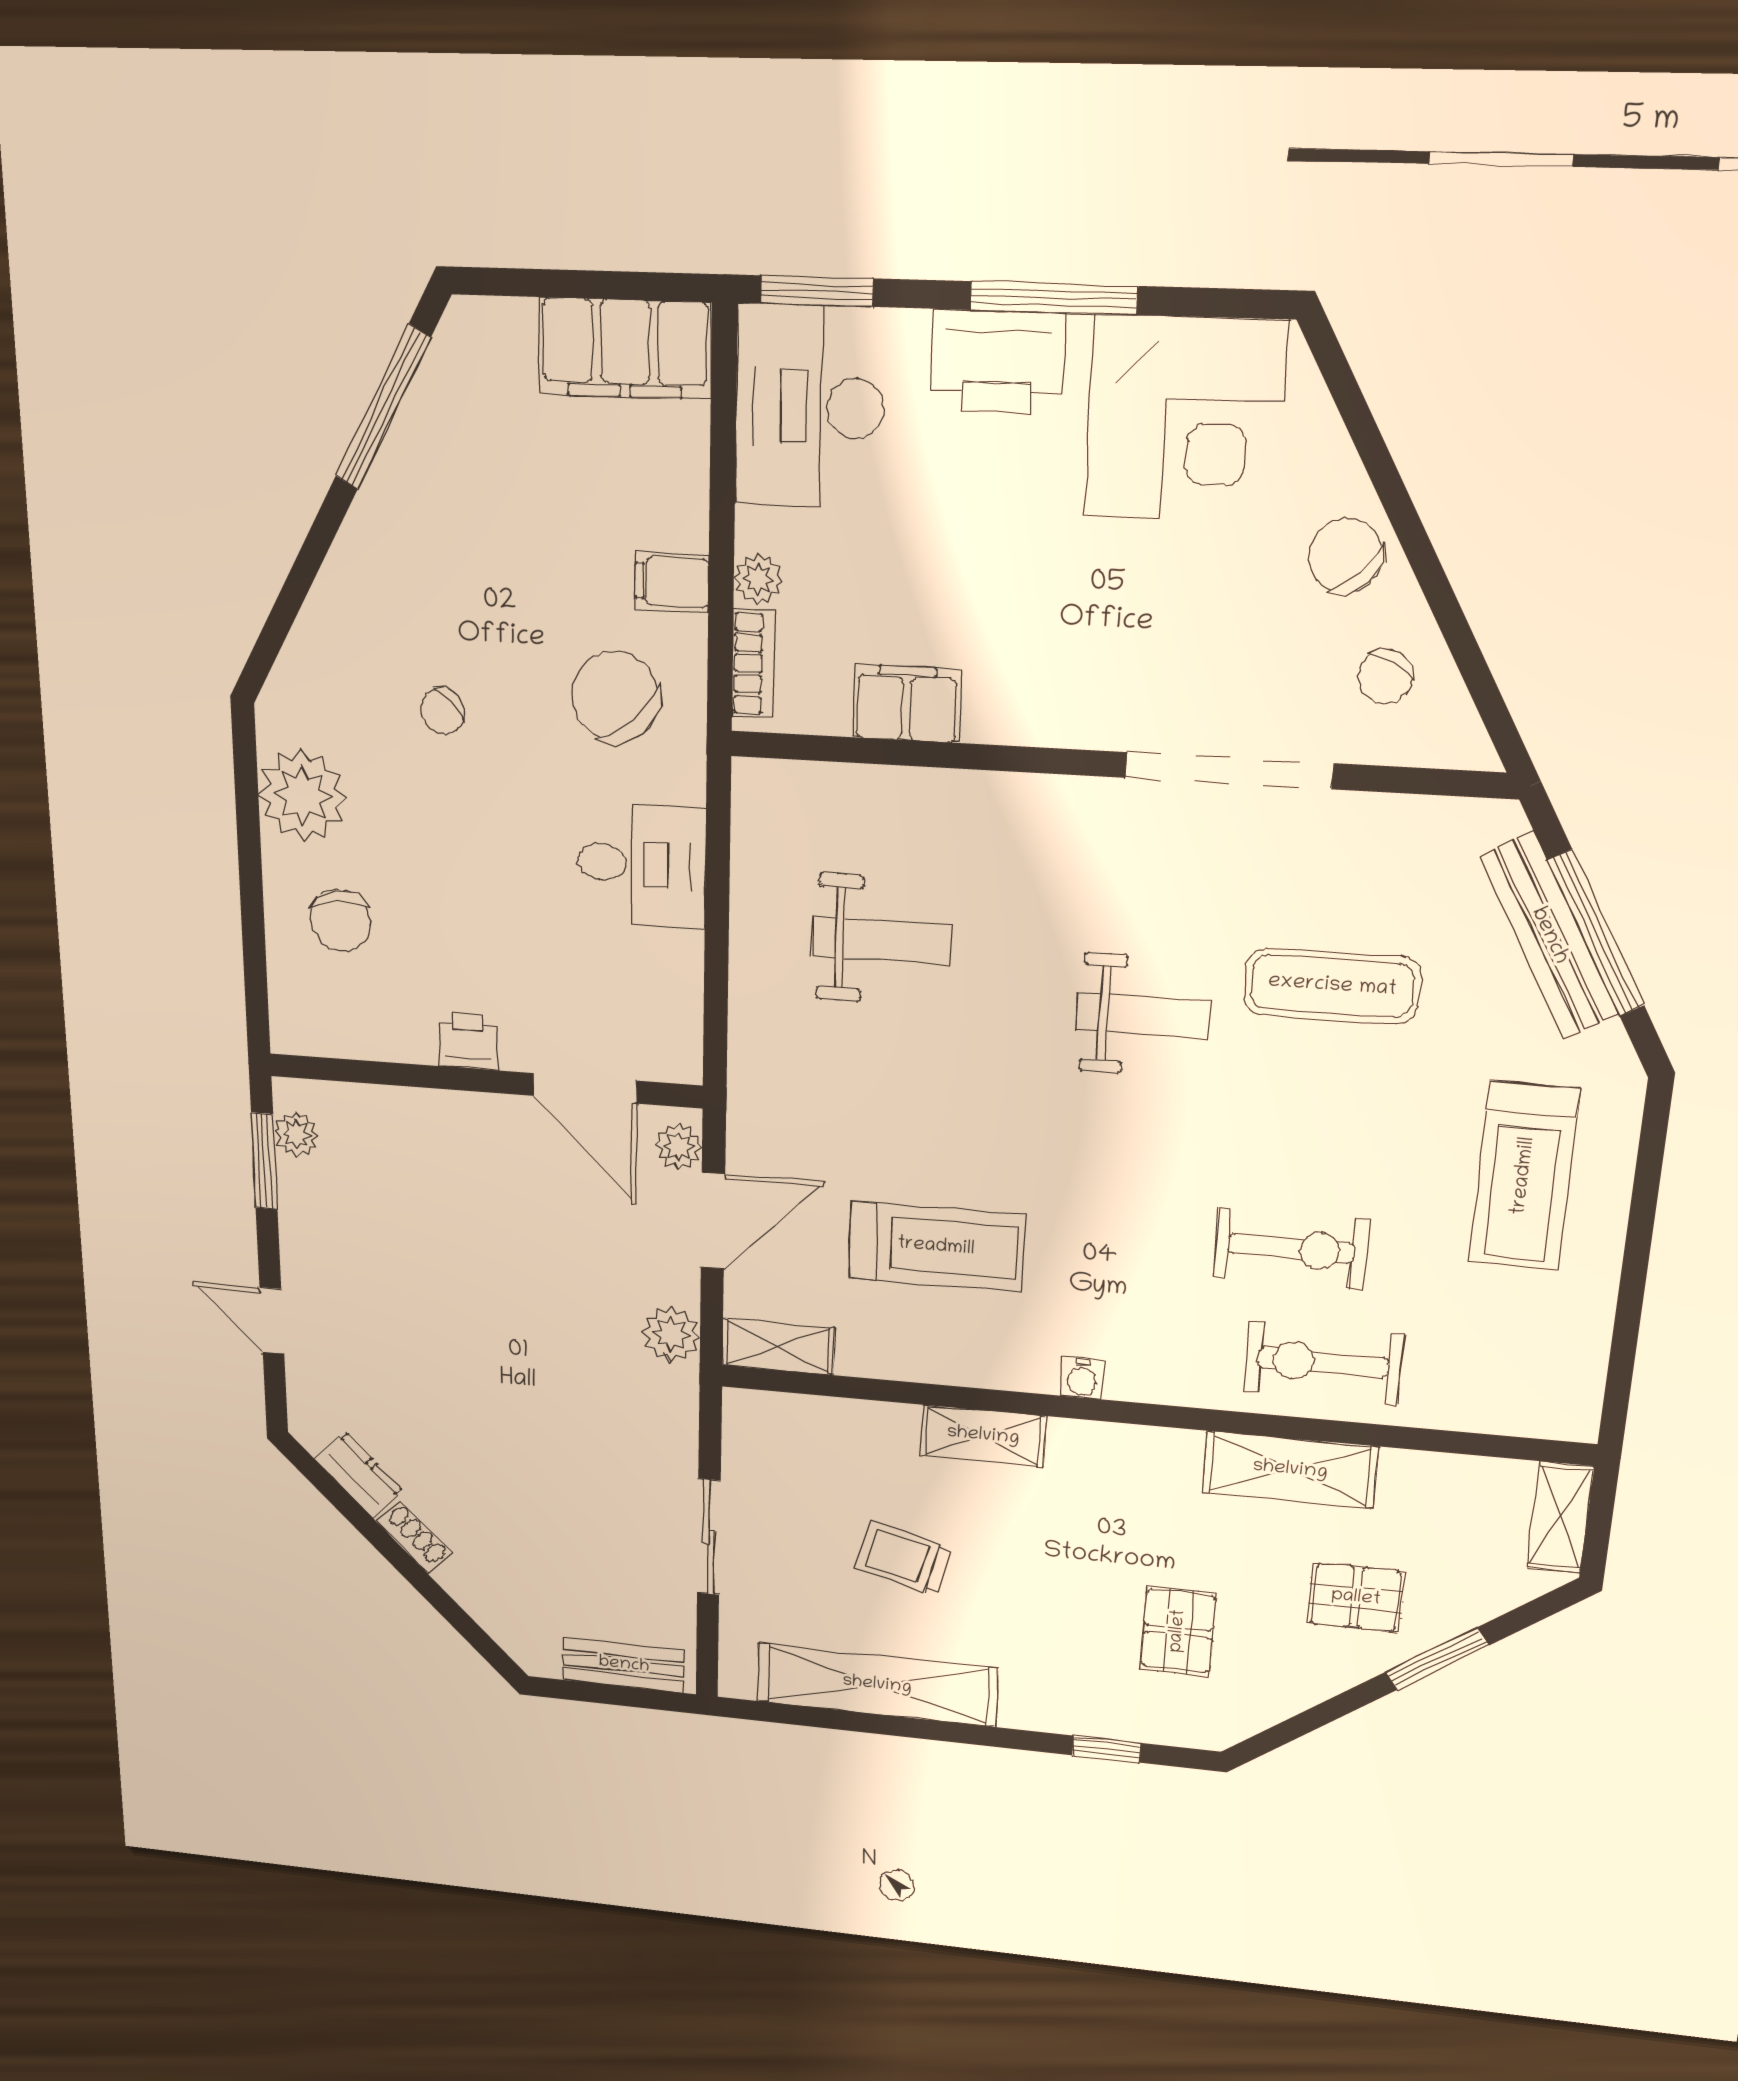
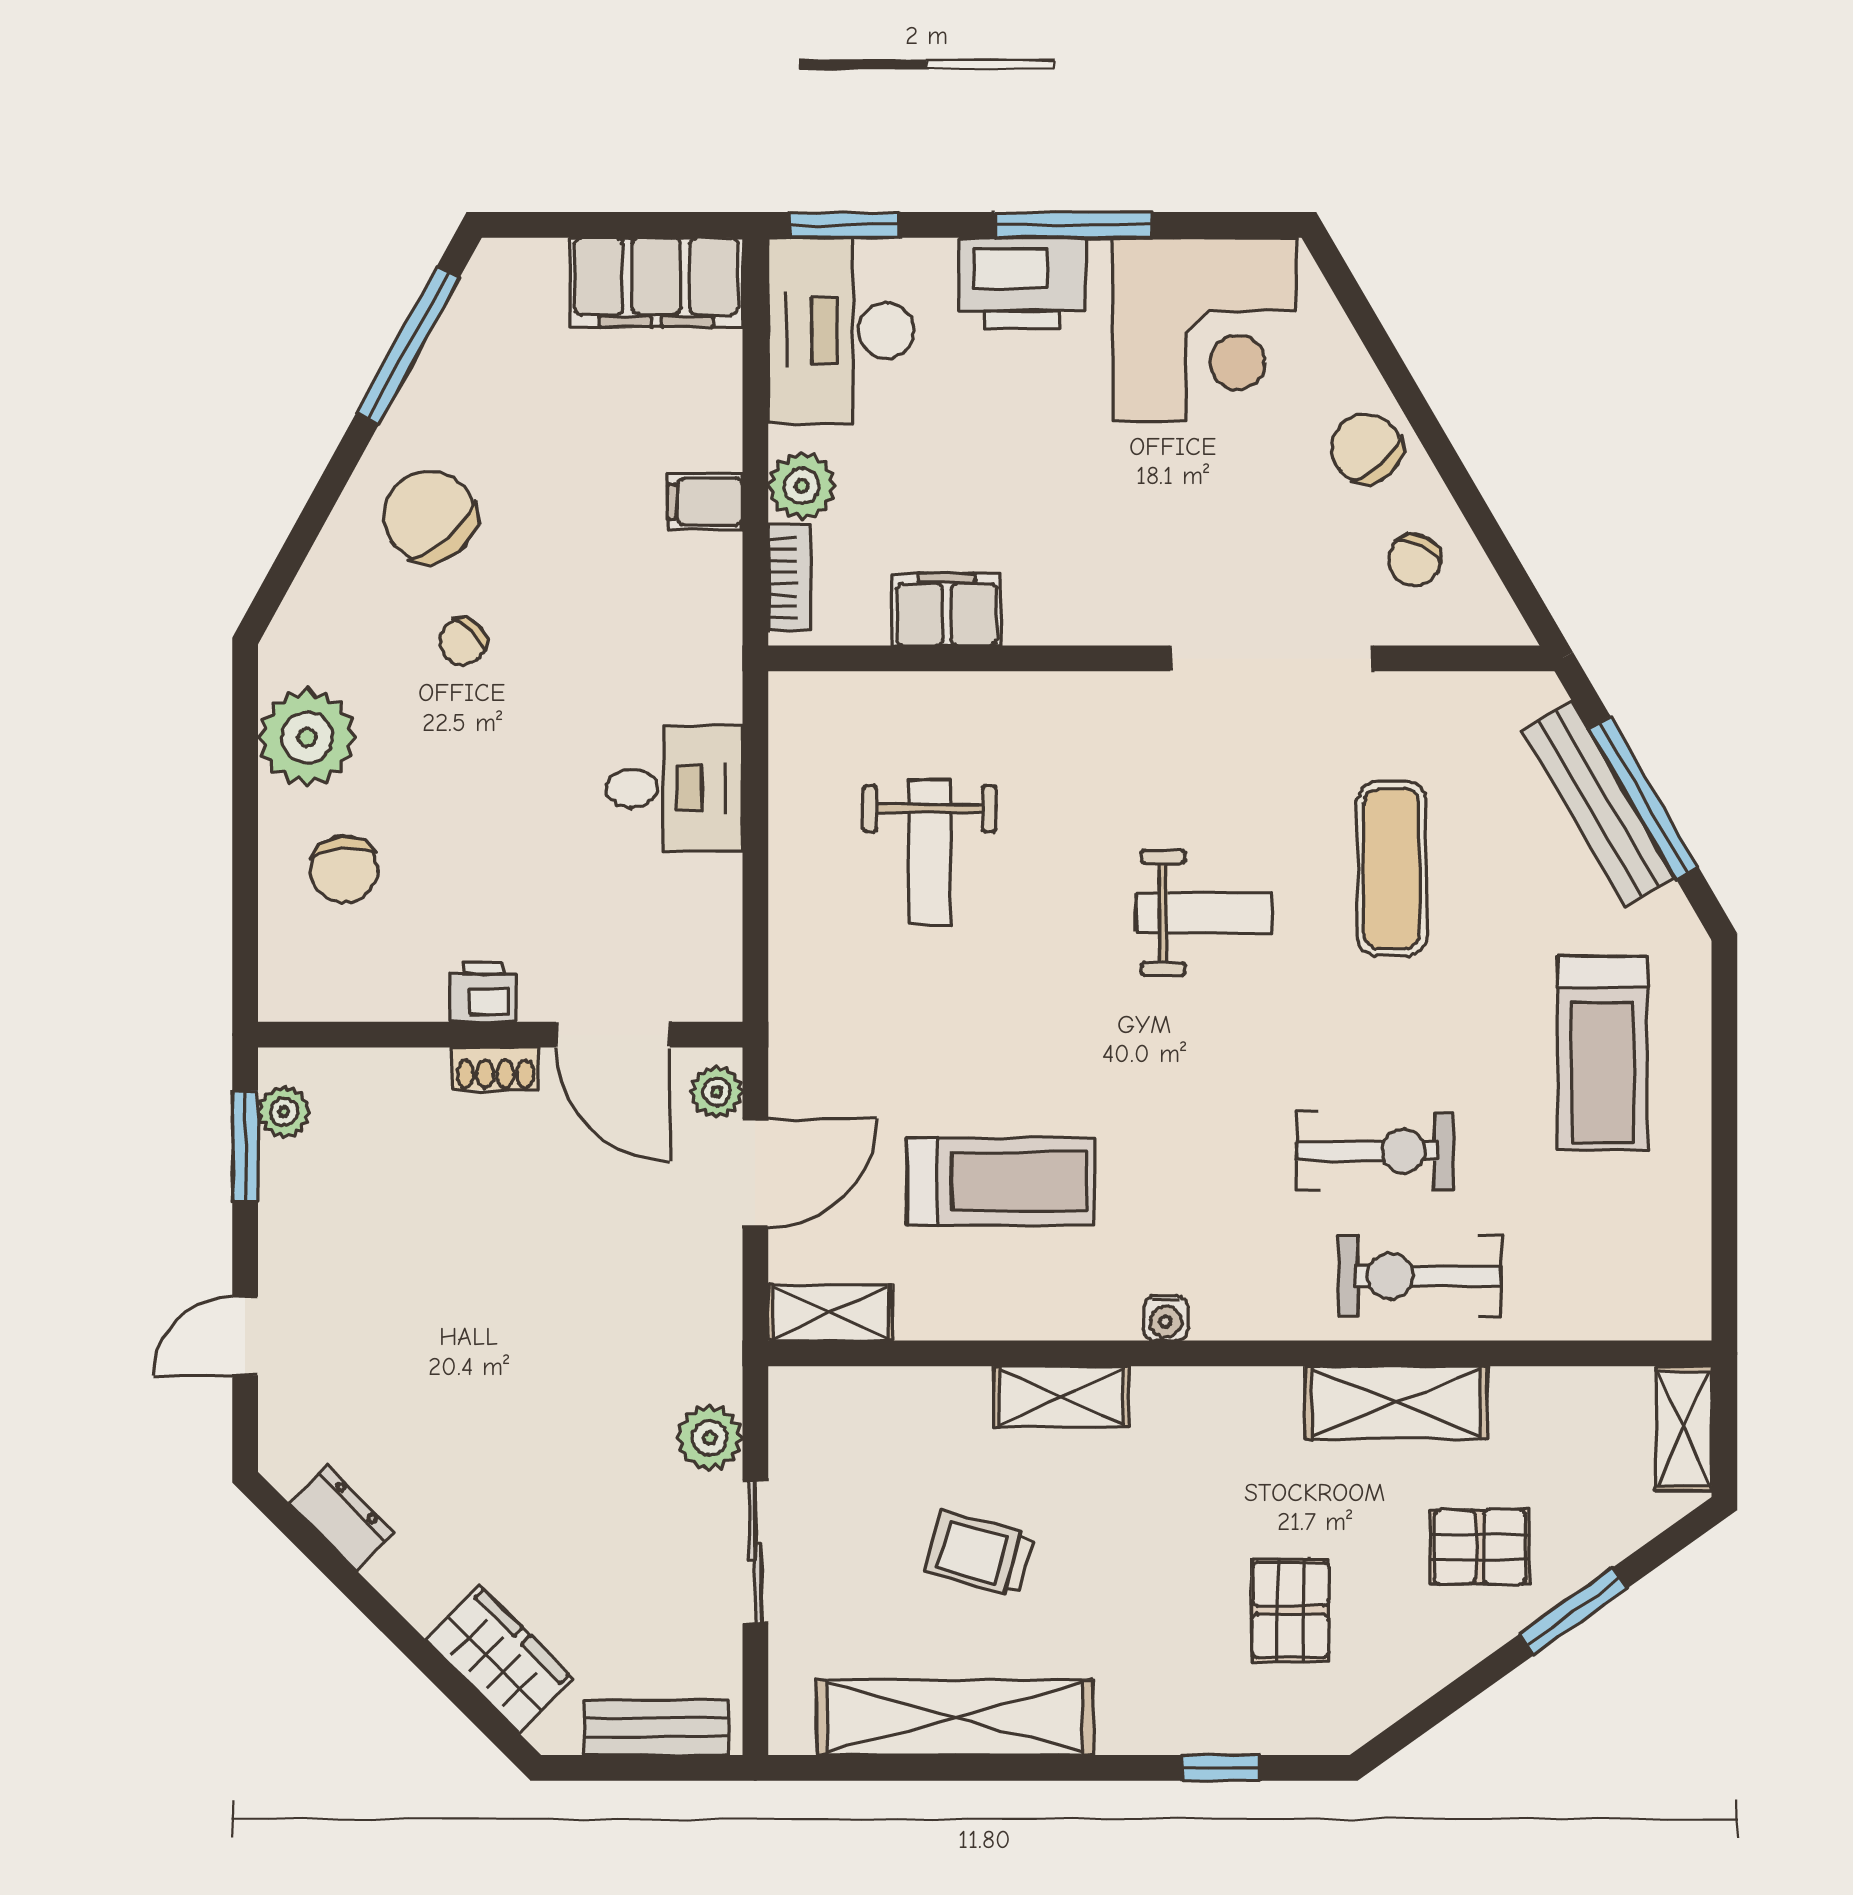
plant: (758, 579) -> (802, 486), width x1.38, depth x1.38
chair: (616, 697) -> (430, 517), moved
weight bench: (881, 940) -> (930, 852), turned 90
exercise mat: (1332, 986) -> (1392, 869), turned 90
door: (272, 1321) -> (245, 1336), hinge flipped
plant: (671, 1334) -> (710, 1438), moved
shoe rack: (414, 1537) -> (495, 1068), moved, turned 135
wardrobe: (492, 1599) -> (499, 1659), added

